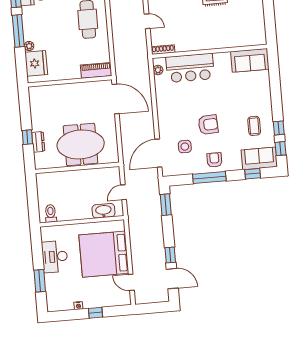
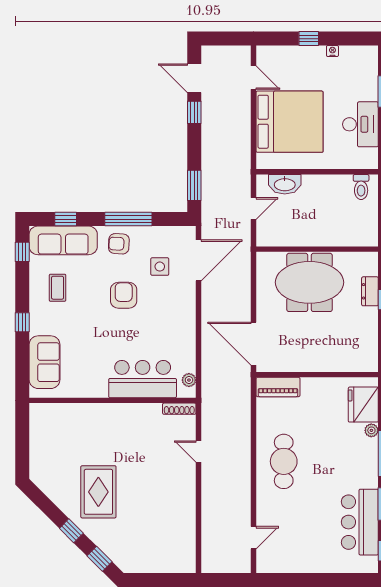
sofa: (250, 60) -> (44, 362), moved, turned 90
armchair: (208, 125) -> (124, 295), turned 93
window: (279, 128) -> (22, 322), moved
sofa: (259, 158) -> (63, 240), width x1.36
armchair: (214, 160) -> (119, 244), turned 93

